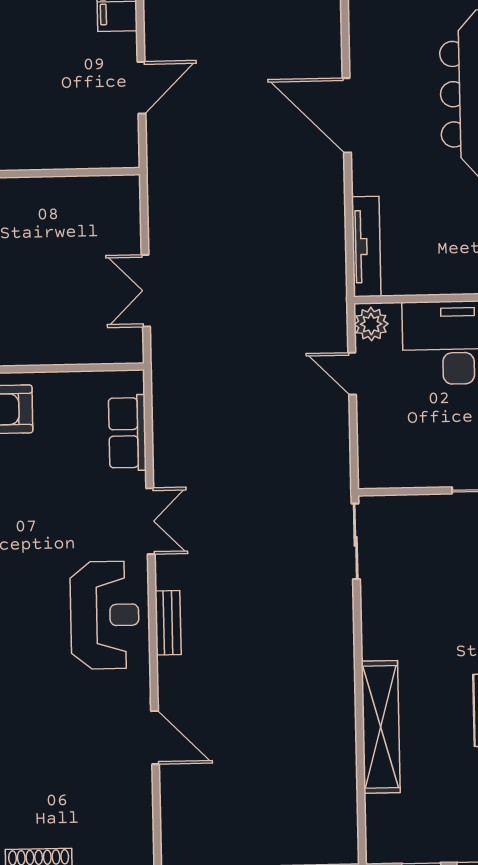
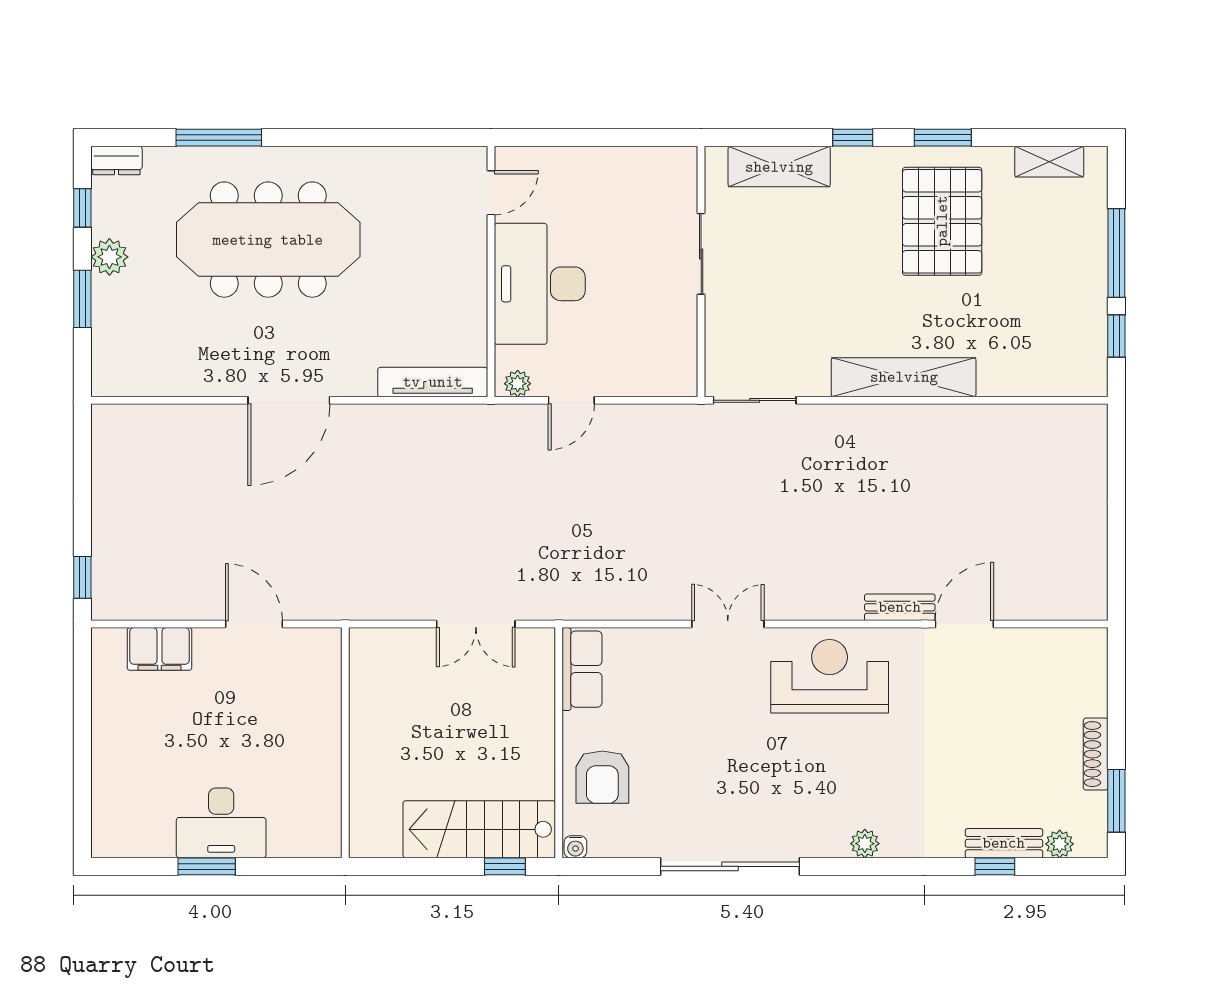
plant: (371, 324) -> (518, 384), width x0.73, depth x0.73
row of seats: (127, 433) -> (582, 669), moved, turned -90
bench: (168, 623) -> (900, 607), moved
shelving: (381, 727) -> (904, 377), moved

